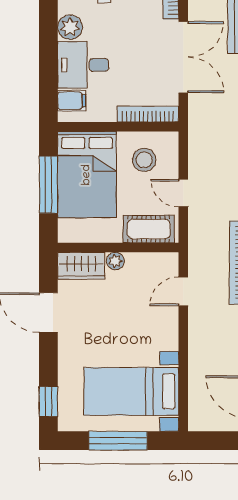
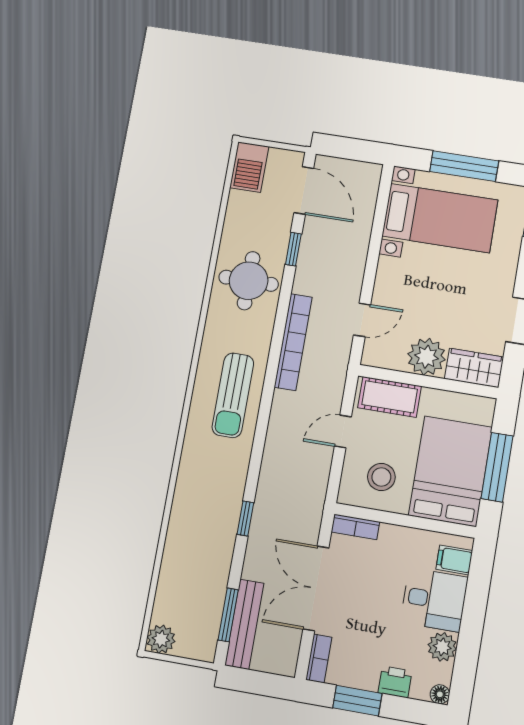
bookcase: (148, 114) -> (355, 527), width x0.64
door: (183, 193) -> (343, 431), swing flipped
plant: (115, 261) -> (426, 357), width x1.87, depth x1.87

